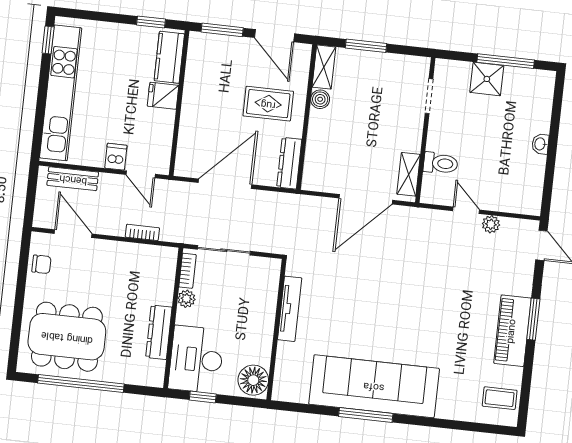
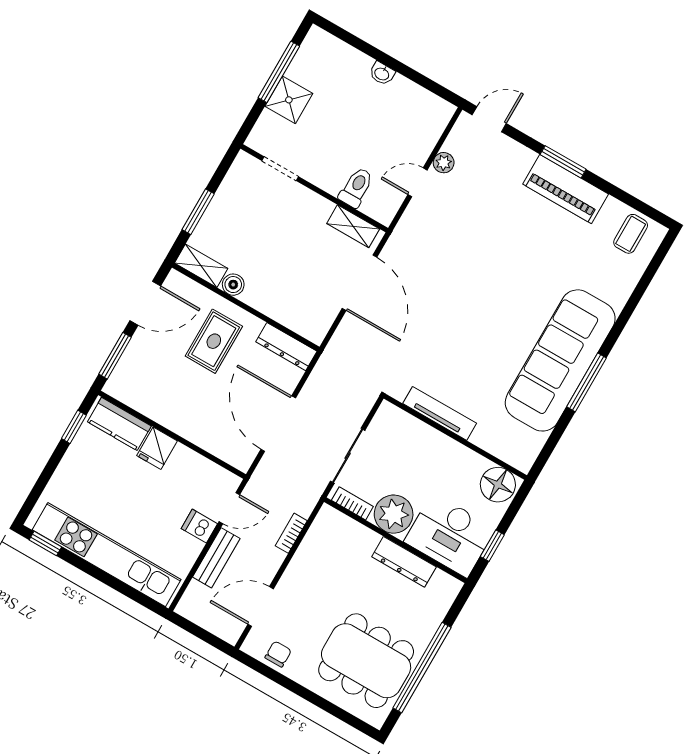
bench: (73, 179) -> (216, 558), moved
plant: (186, 299) -> (394, 514), width x1.87, depth x1.87
dining table: (67, 337) -> (366, 661), turned 90

